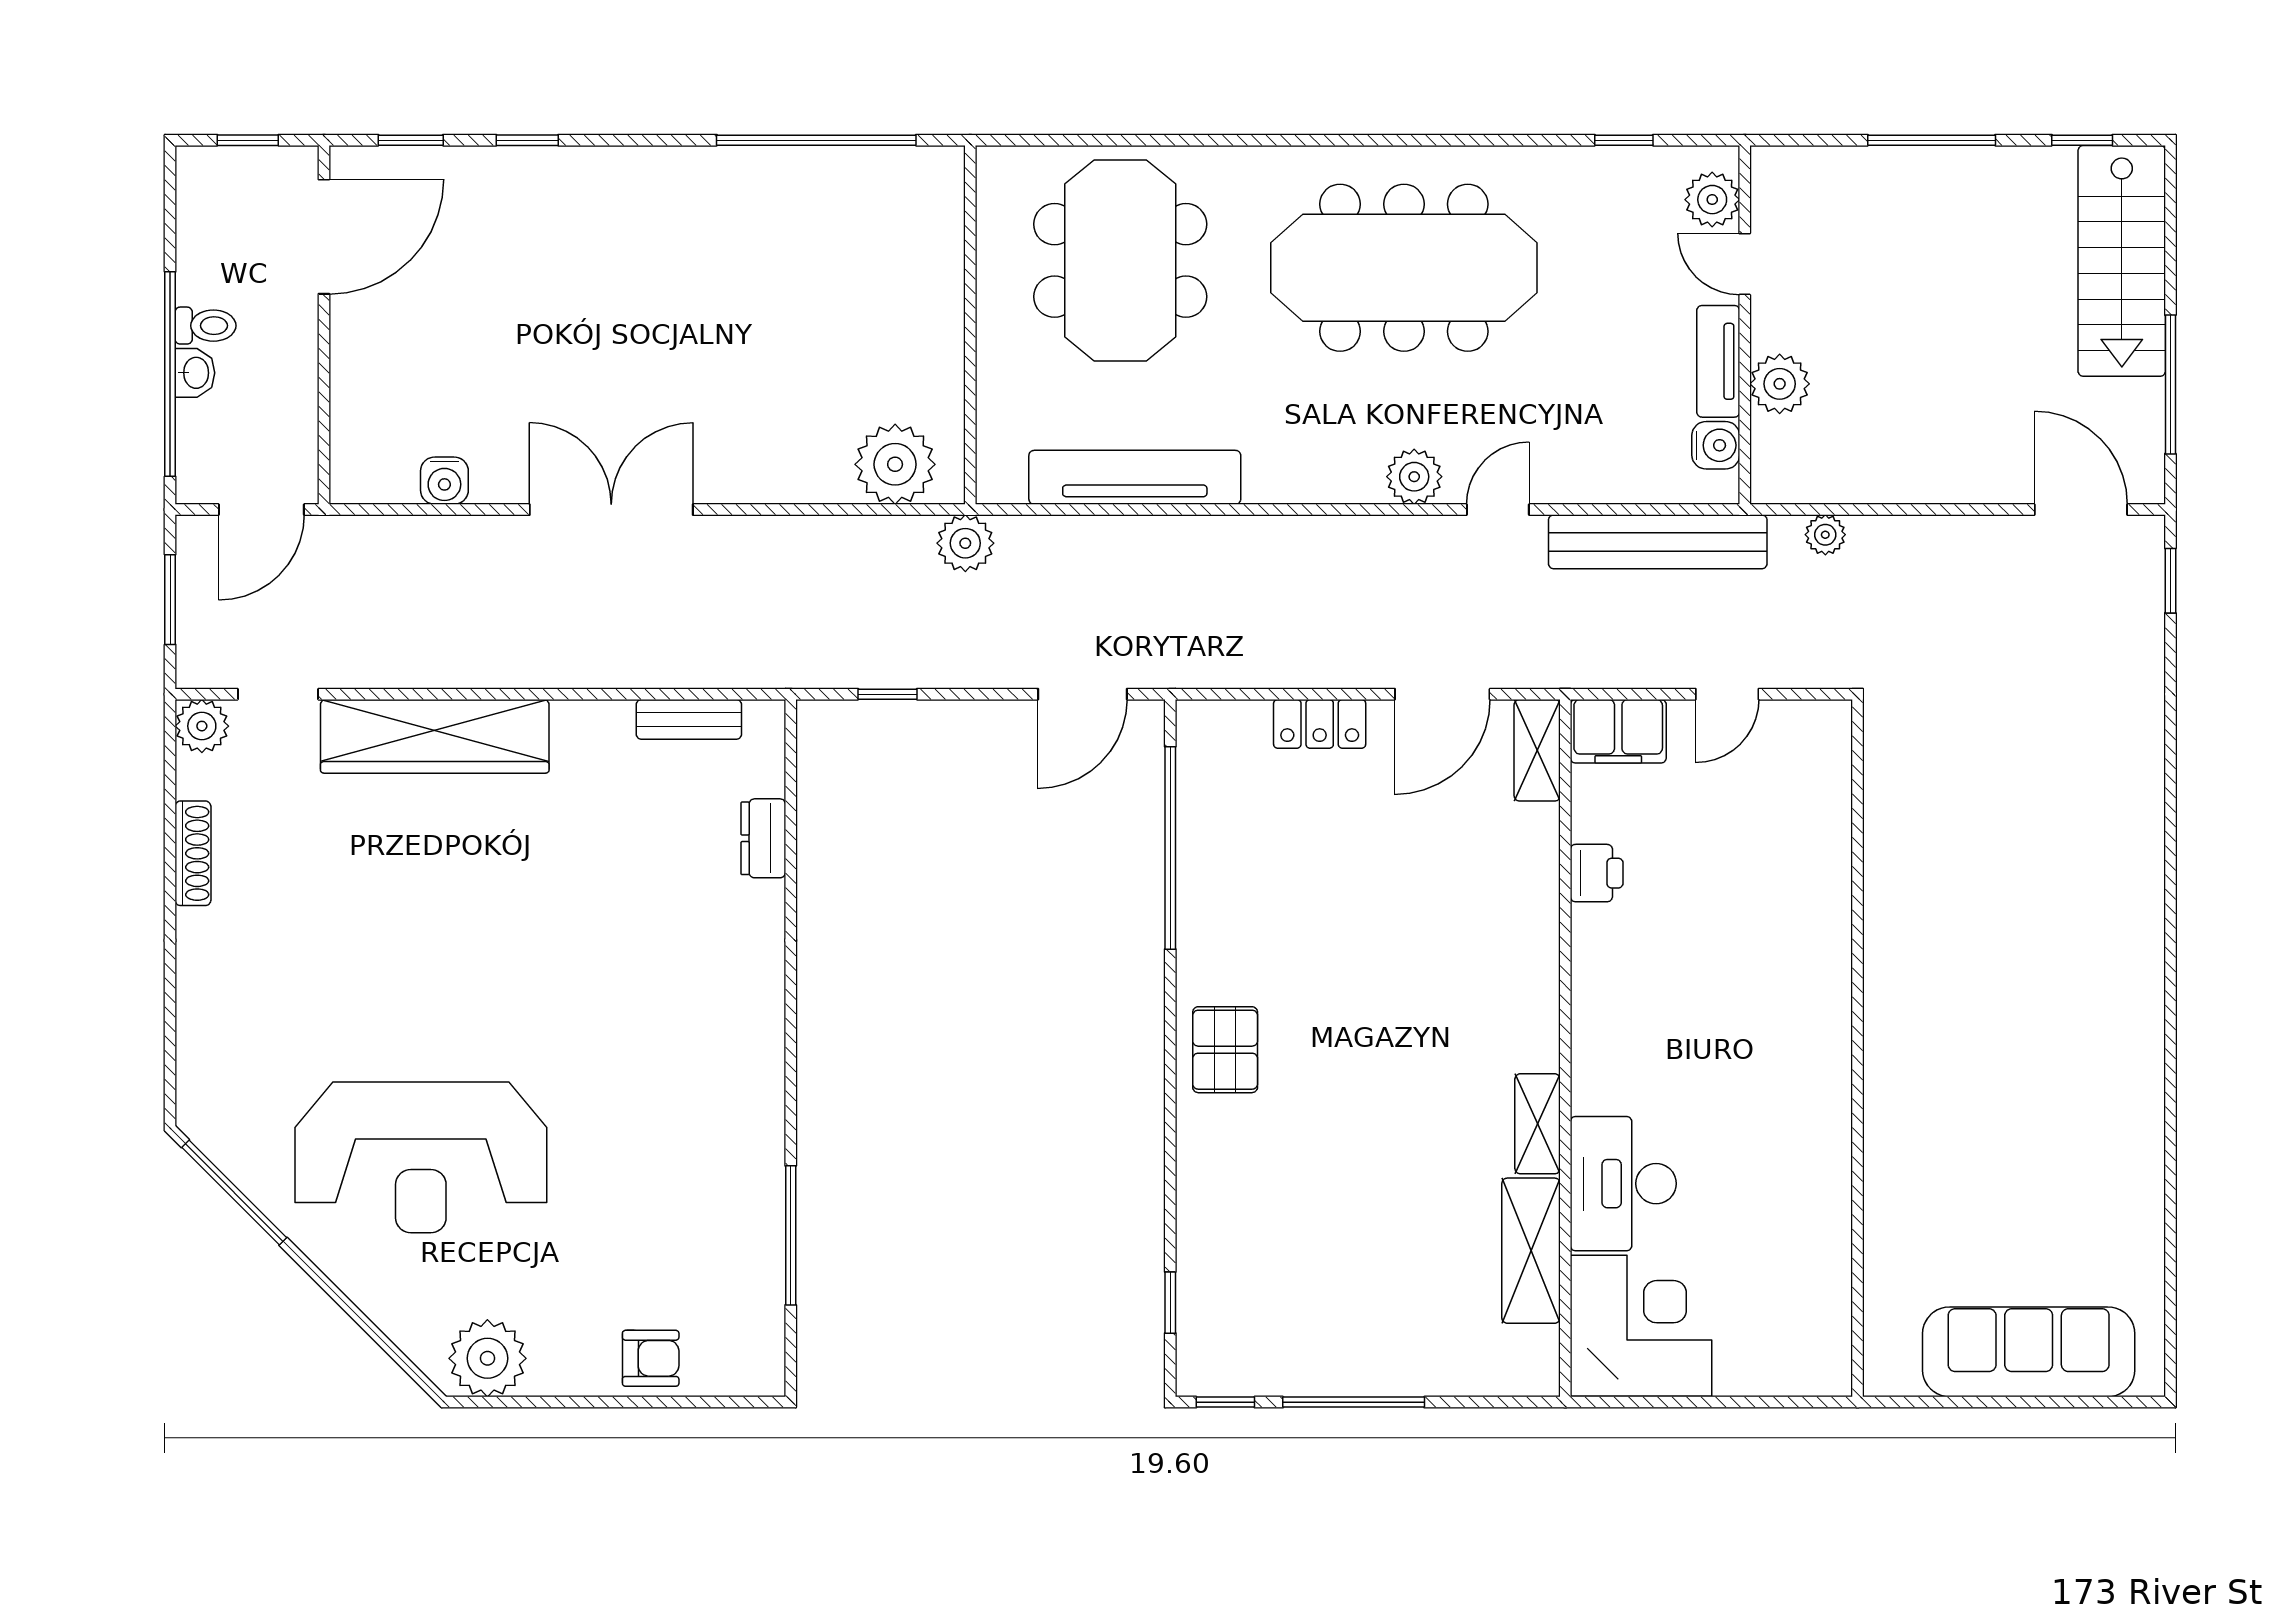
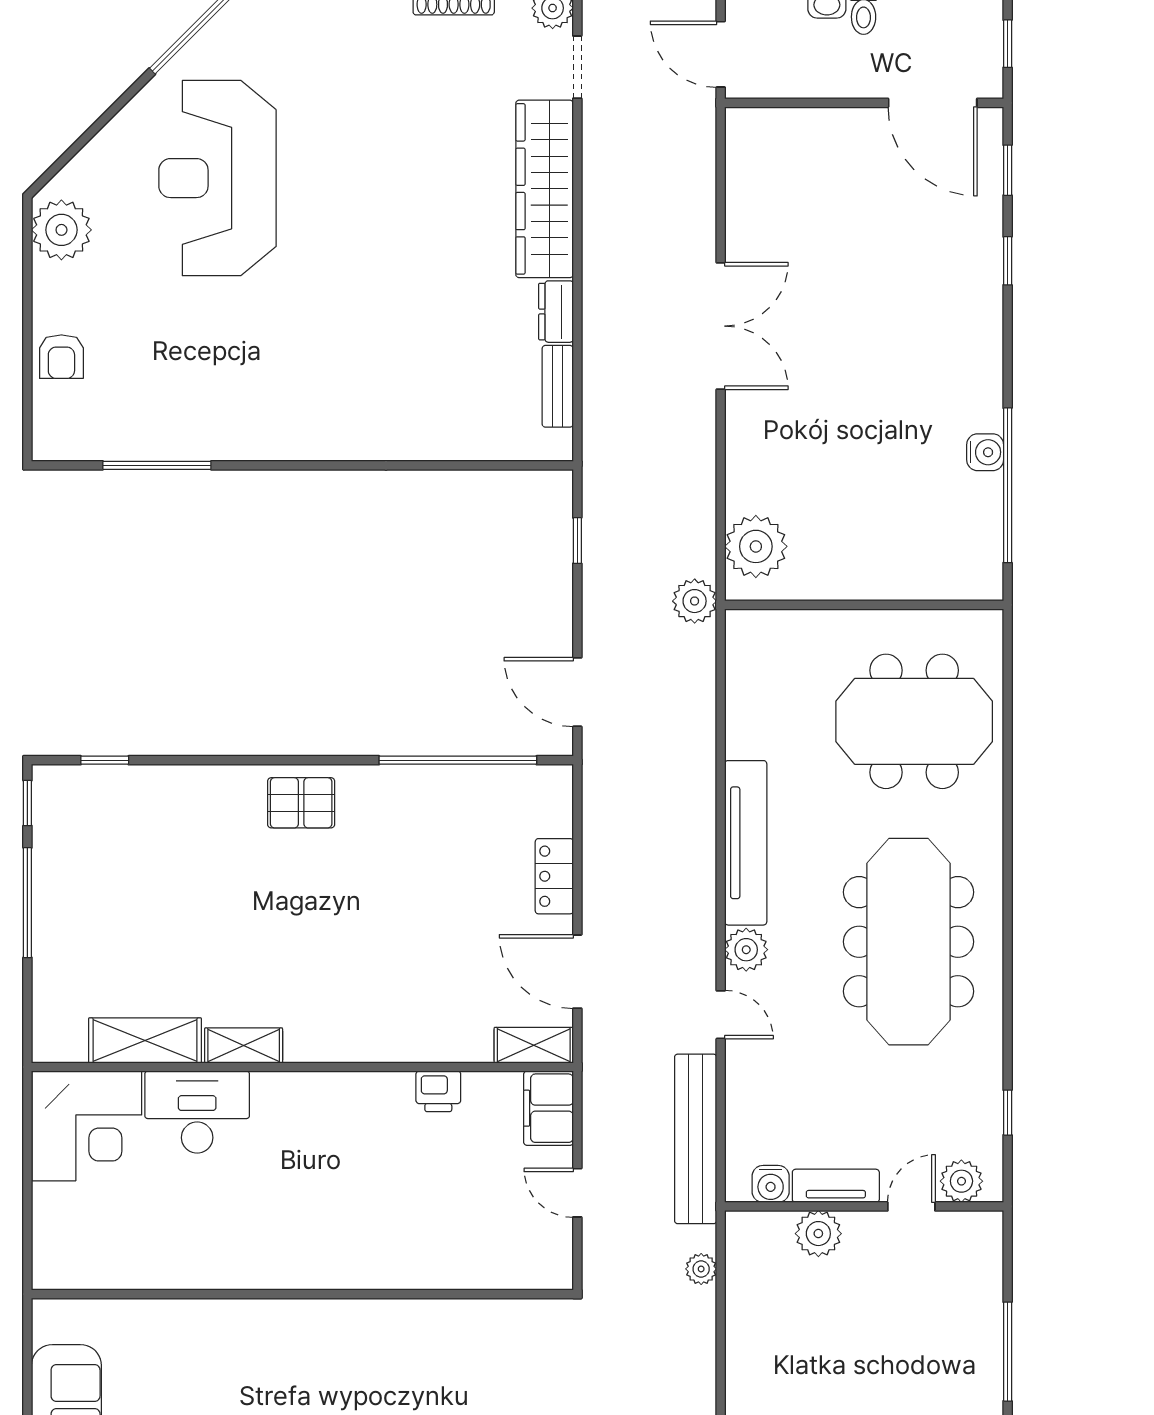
tv unit: (1135, 477) -> (746, 843), moved
water cooler: (444, 481) -> (985, 452), moved, turned 180
dresser: (763, 838) -> (556, 312), moved, turned -90

